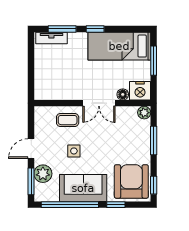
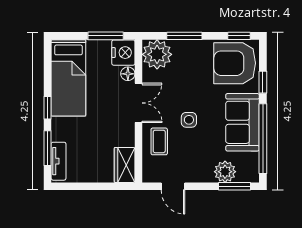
window: (154, 61) -> (106, 36), moved
wardrobe: (48, 92) -> (125, 165), added
plant: (144, 113) -> (157, 54), width x1.88, depth x1.88
door: (31, 149) -> (173, 186), moved
side table: (74, 151) -> (189, 120), moved

